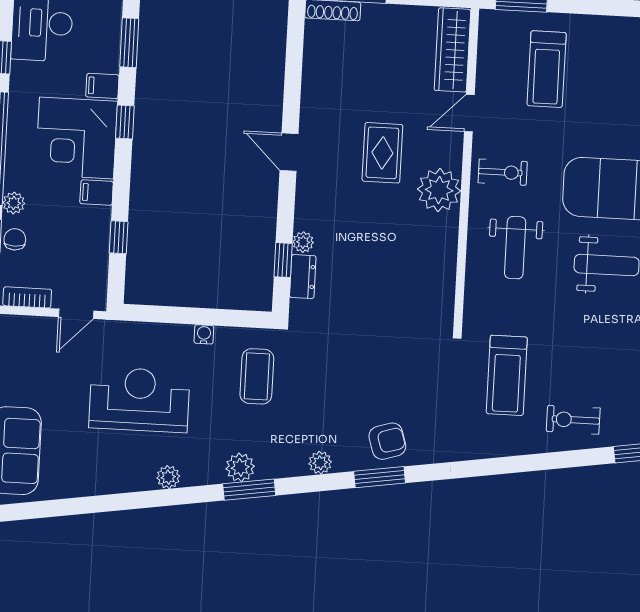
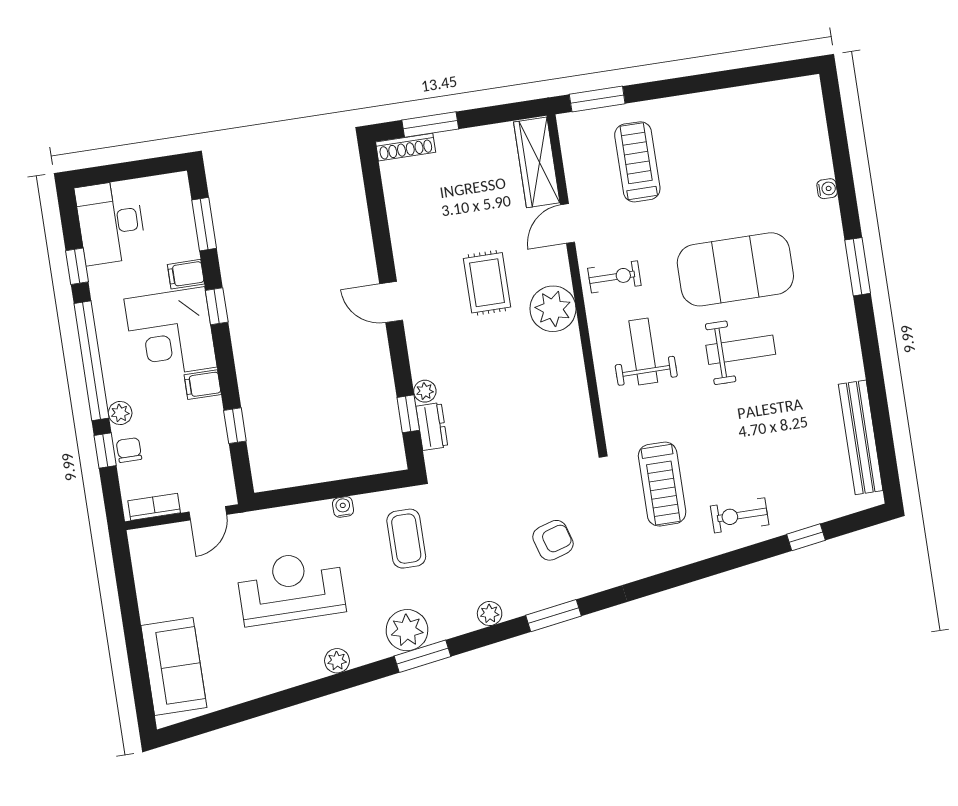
treadmill: (547, 69) -> (637, 162), turned 180
weight bench: (515, 248) -> (643, 351), turned 180
armchair: (387, 441) -> (553, 540), moved
plant: (240, 467) -> (407, 630), width x1.36, depth x1.36

